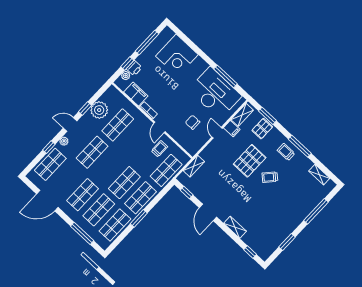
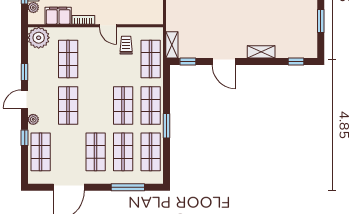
plant: (99, 110) -> (39, 38), moved
shelving: (194, 166) -> (172, 45), moved

